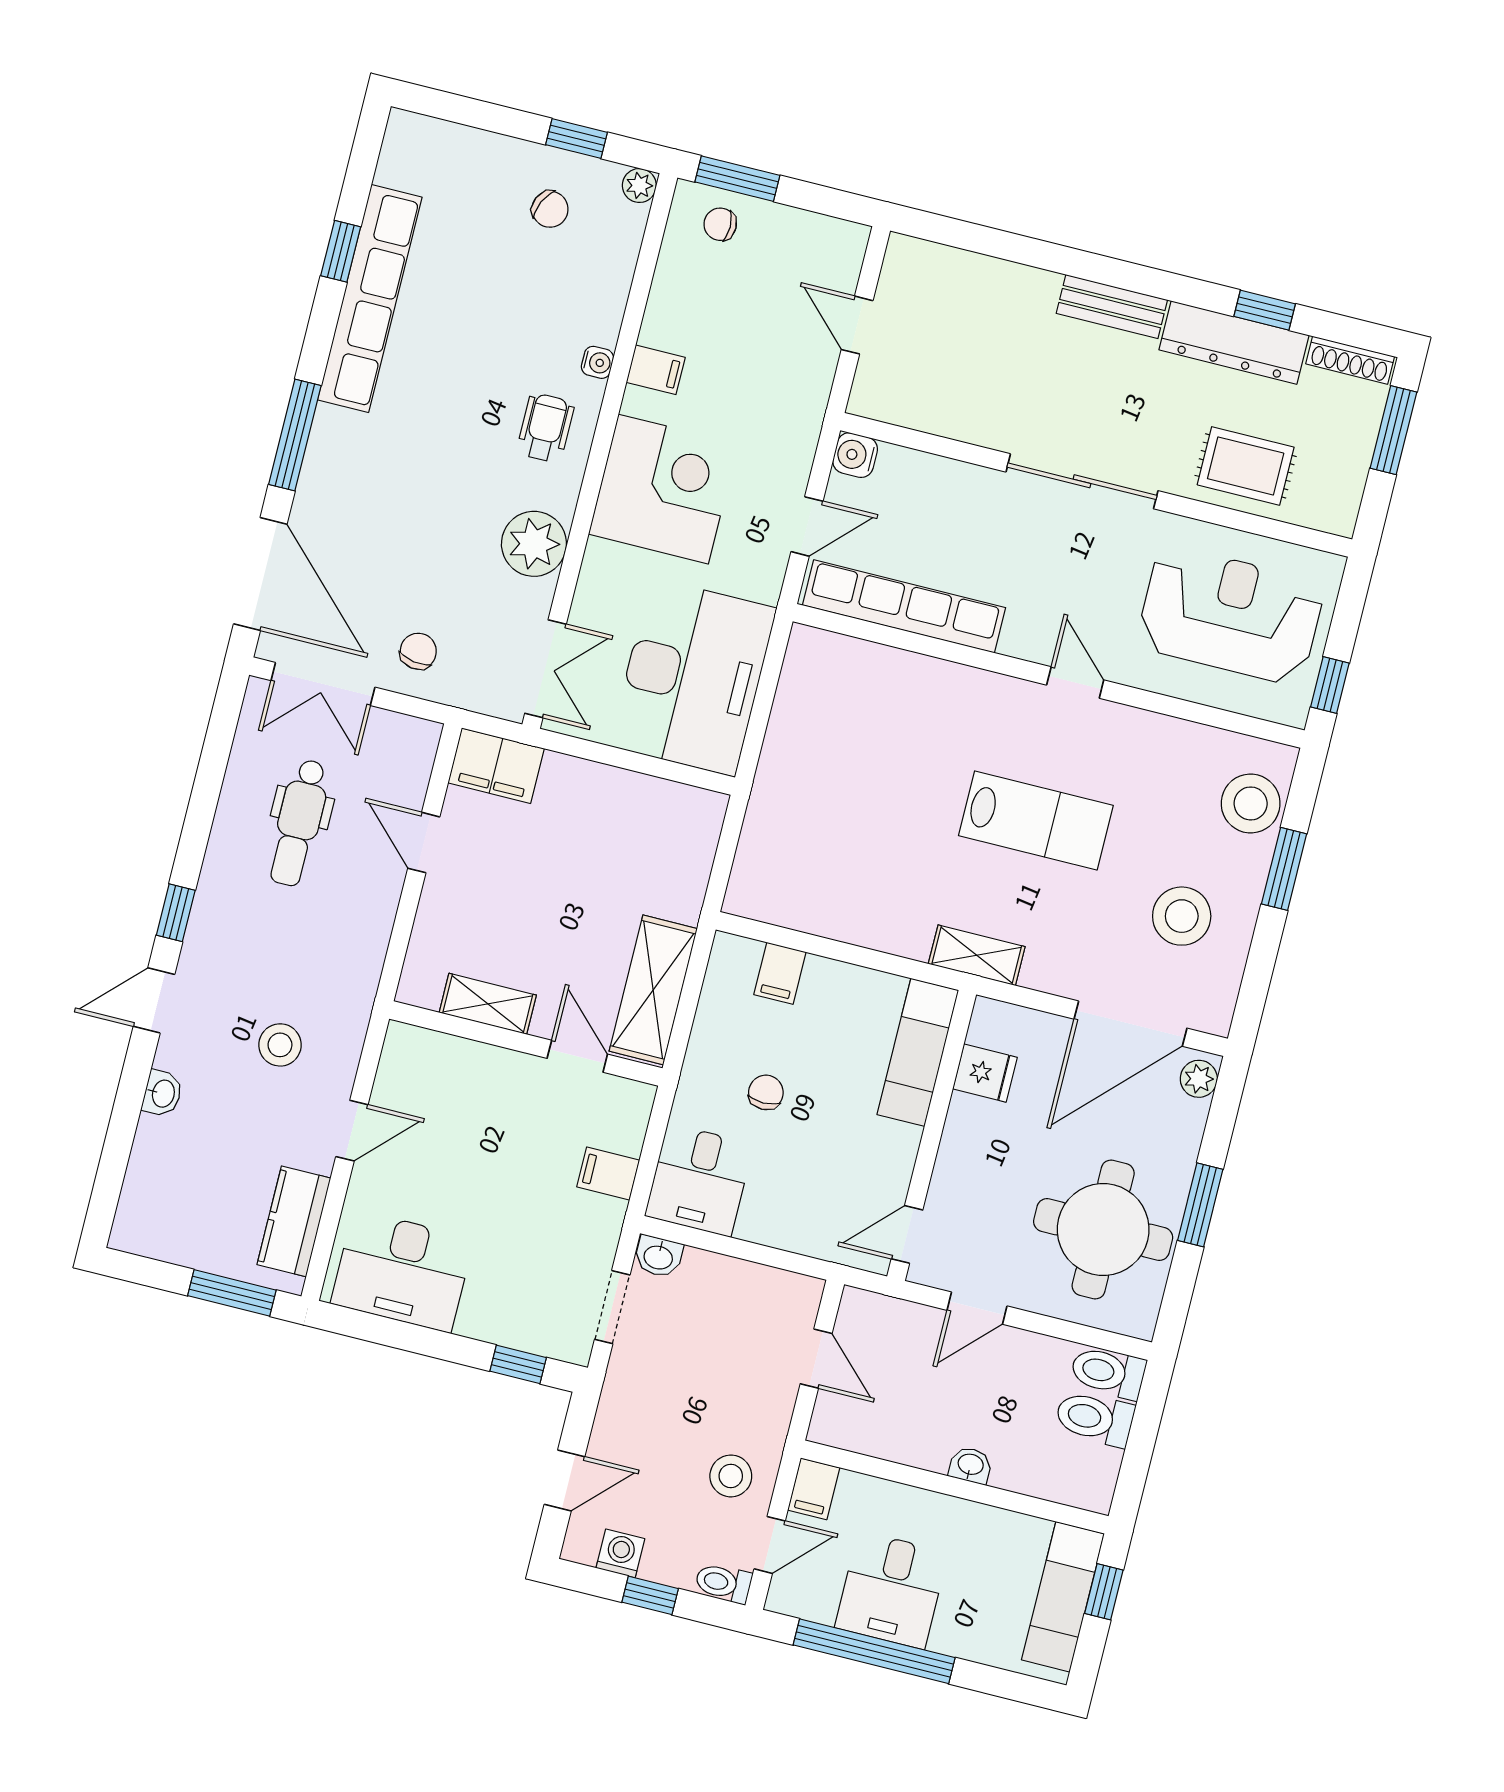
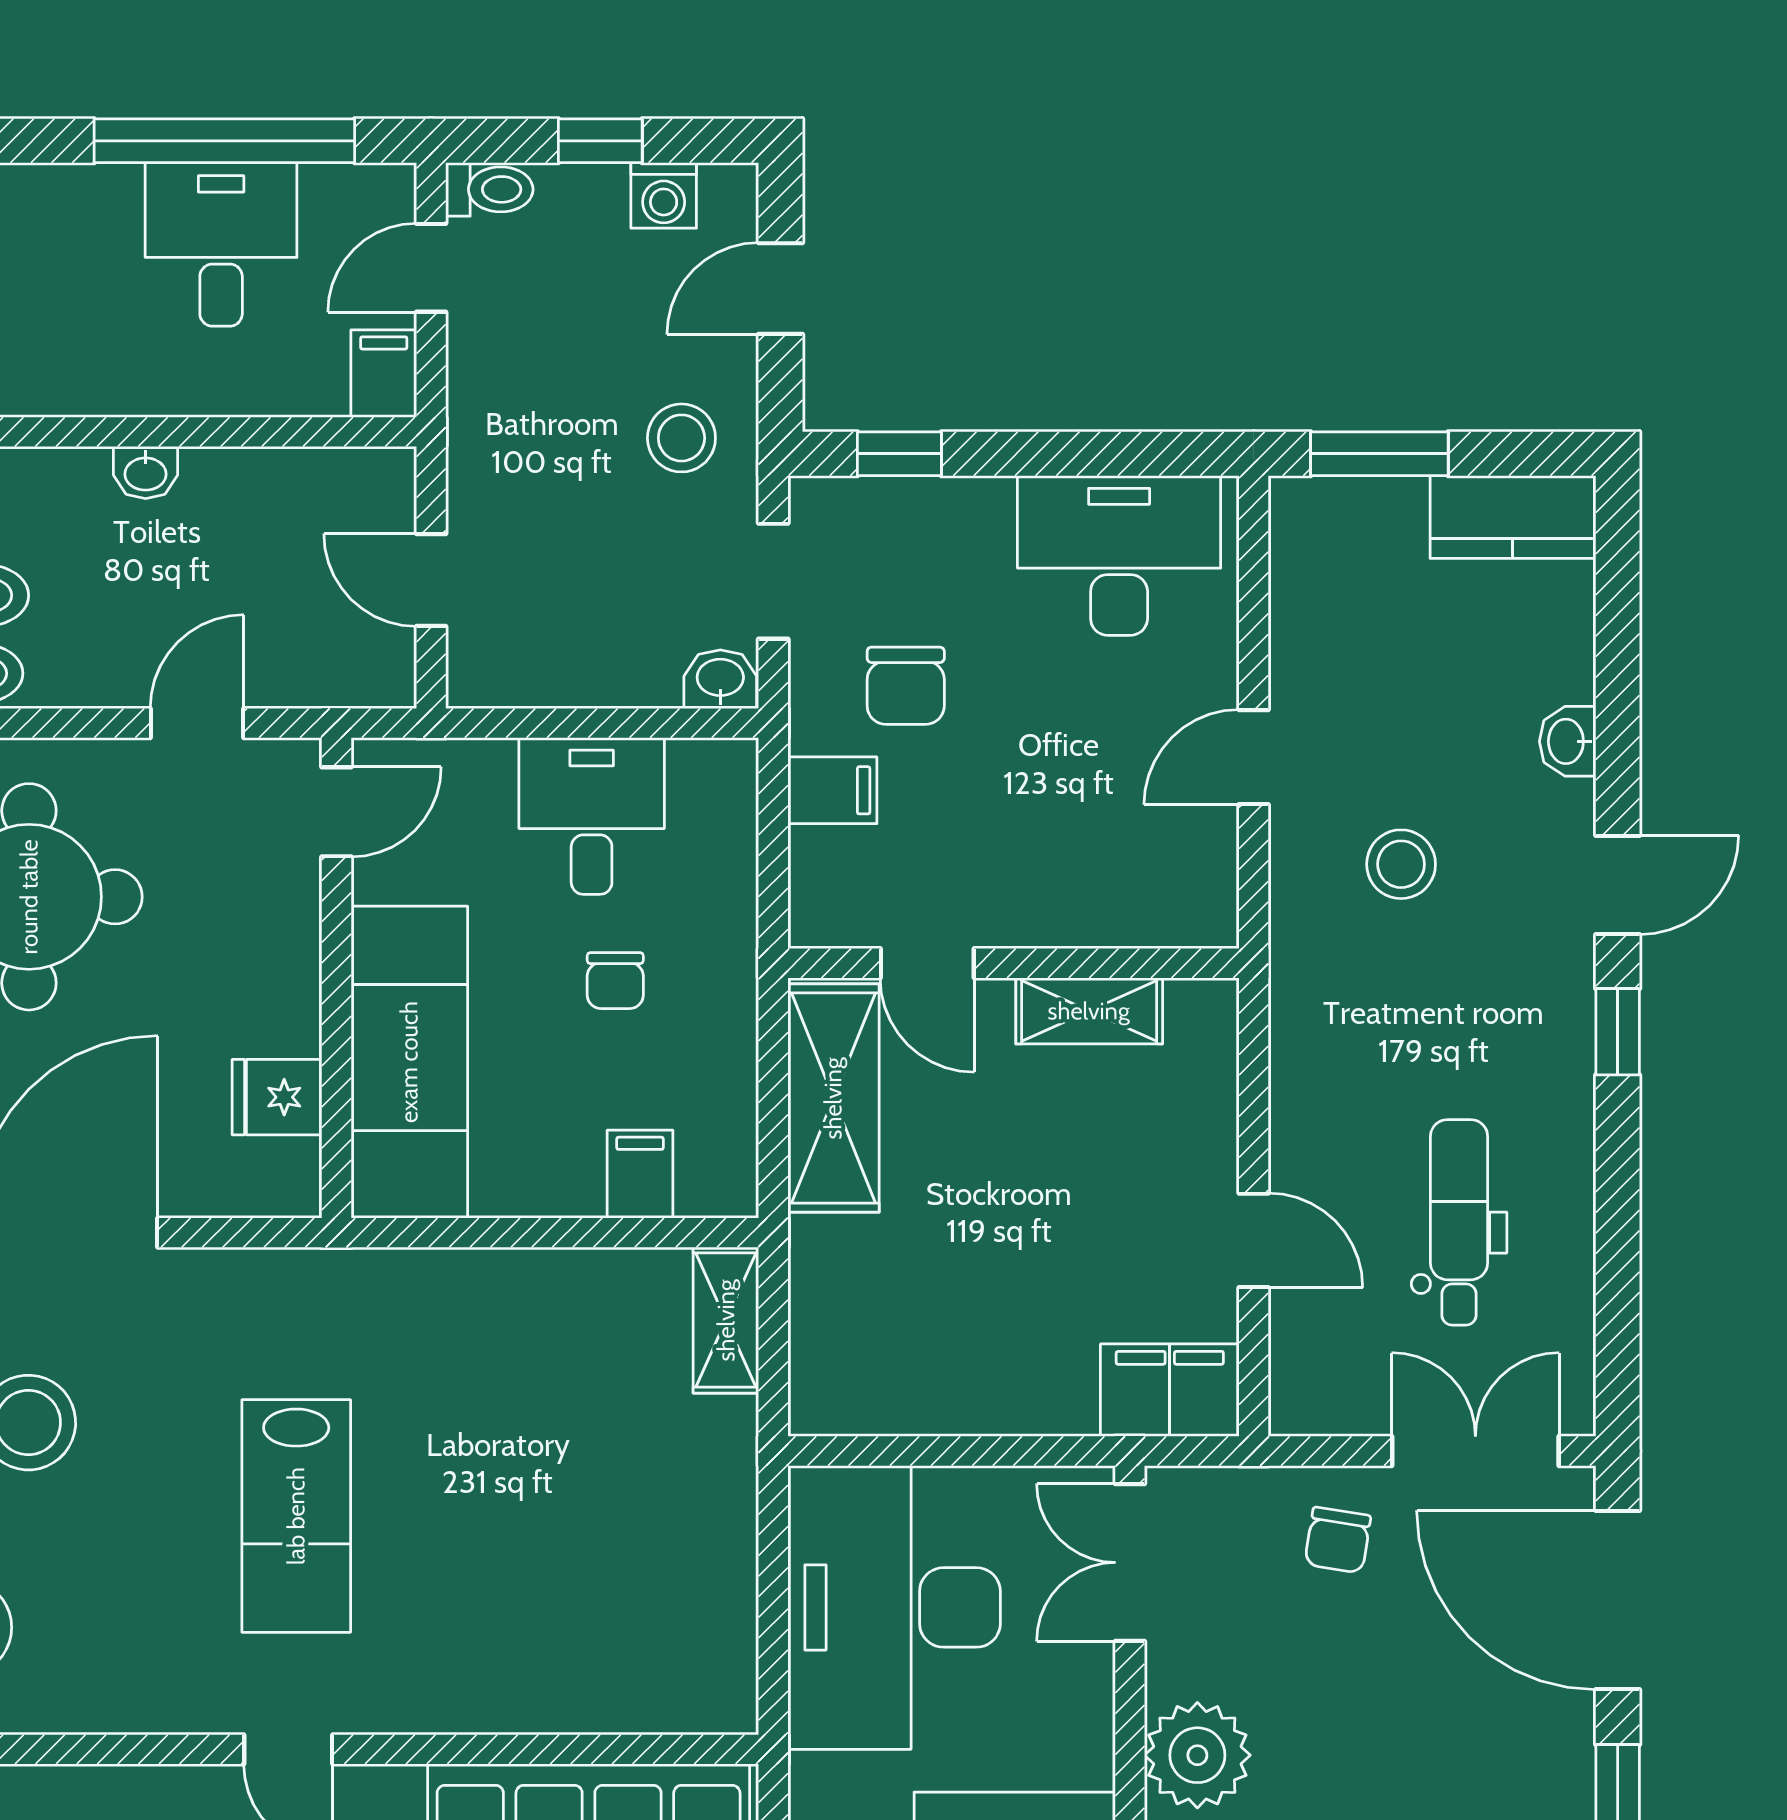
lab bench: (1036, 820) -> (296, 1516), turned -90
shelving: (977, 955) -> (726, 1320), moved, turned 90
exam couch: (918, 1052) -> (409, 1062), width x1.36, depth x1.45
desk: (699, 1180) -> (592, 816), moved
kitchen counter: (294, 1221) -> (1513, 517), moved, turned 90
chair: (549, 1225) -> (906, 686), added
stool: (731, 1476) -> (681, 438), moved

